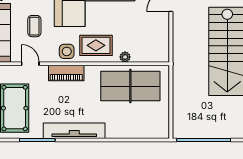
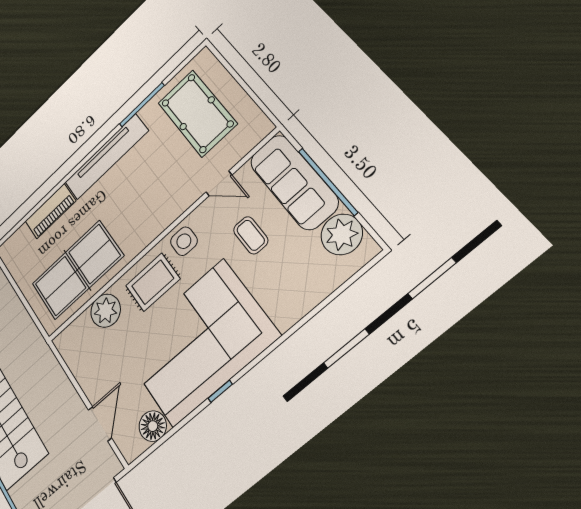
plant: (125, 57) -> (106, 311), width x1.88, depth x1.88
piano: (66, 73) -> (50, 211), moved, turned 180

